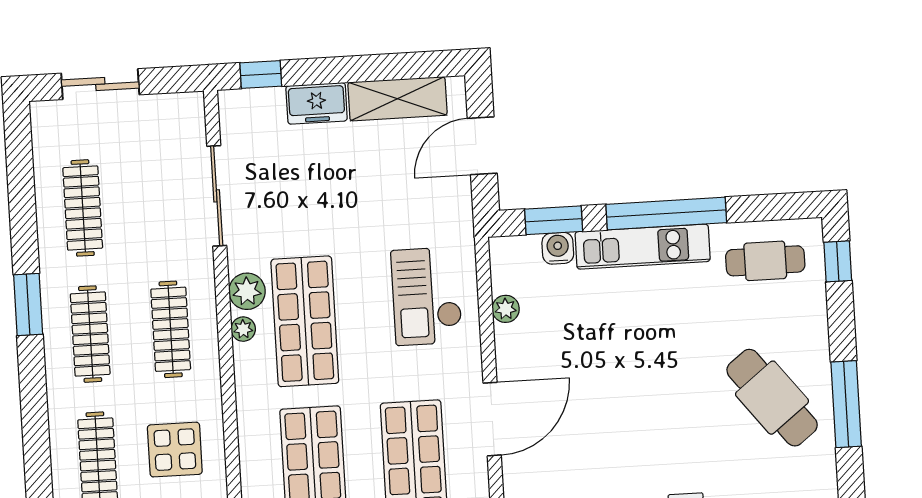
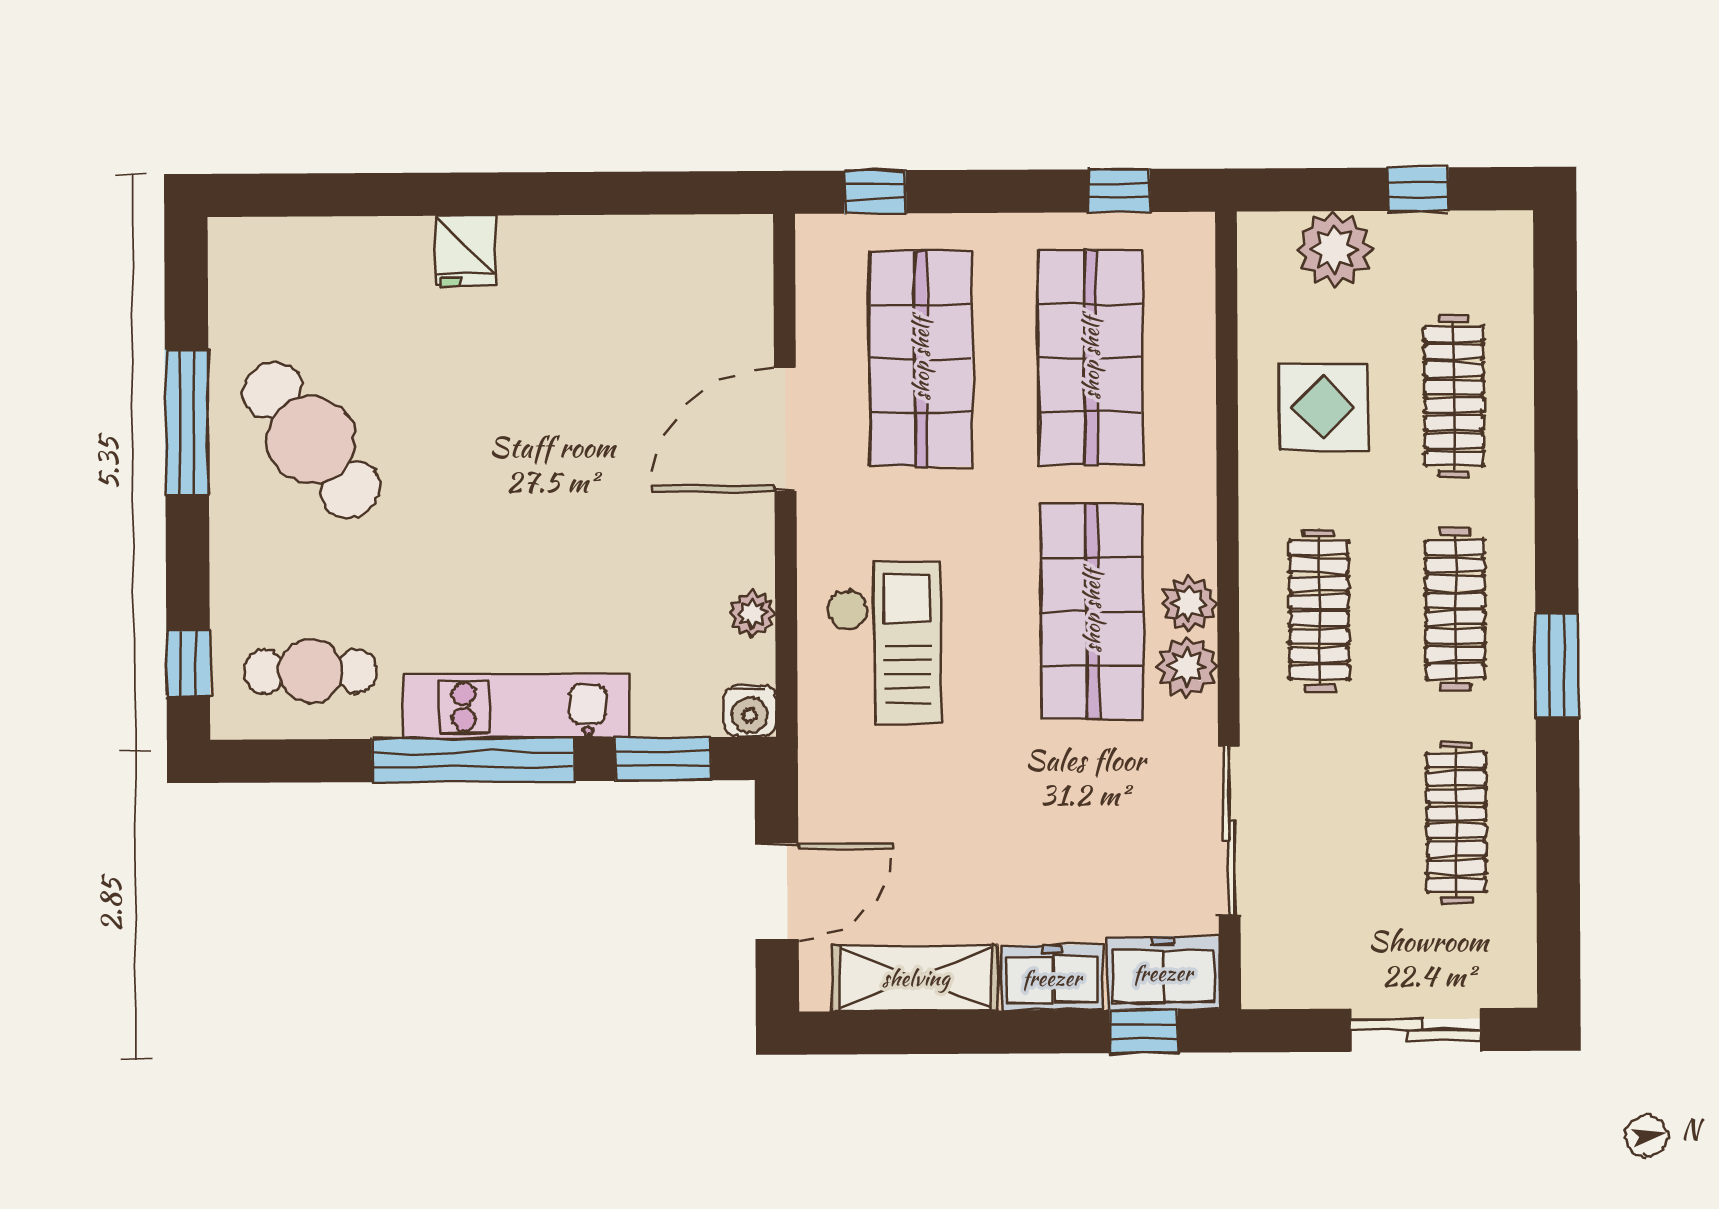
freezer: (251, 110) -> (1163, 973), added
water cooler: (558, 248) -> (750, 711), moved
plant: (243, 329) -> (1189, 604), width x1.38, depth x1.38

